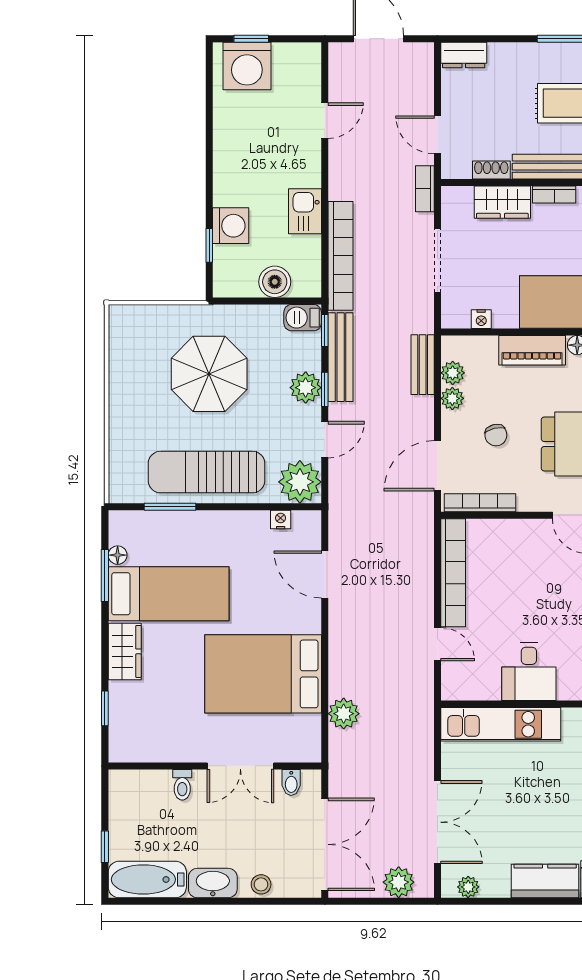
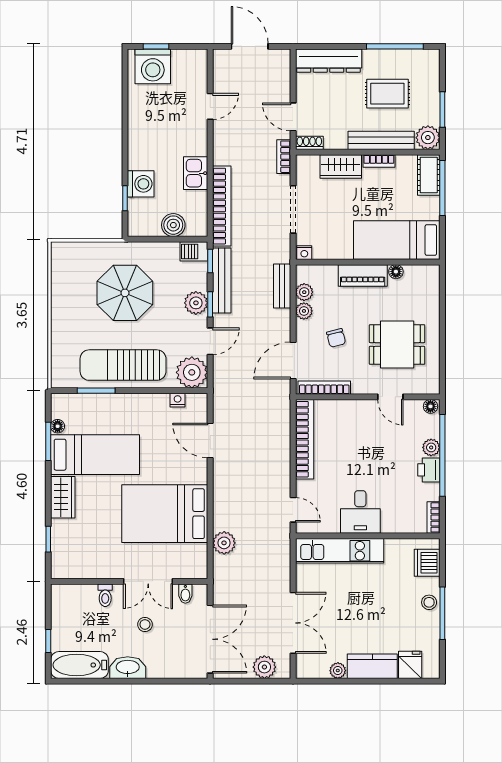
dresser: (464, 55) -> (329, 61), width x1.96, depth x1.24
shoe rack: (491, 170) -> (309, 143), moved
nightstand: (481, 319) -> (304, 253), moved
door: (437, 644) -> (293, 510), moved
stool: (261, 884) -> (145, 624), moved
plant: (468, 887) -> (338, 671), moved

